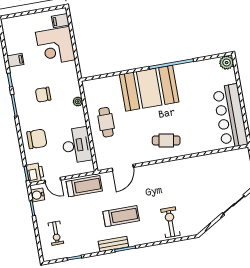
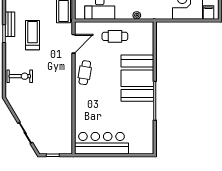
plant: (227, 63) -> (148, 148), removed
cafe table: (166, 140) -> (85, 73), moved
door: (123, 168) -> (73, 44), swing flipped
treadmill: (121, 216) -> (32, 35), turned 180

